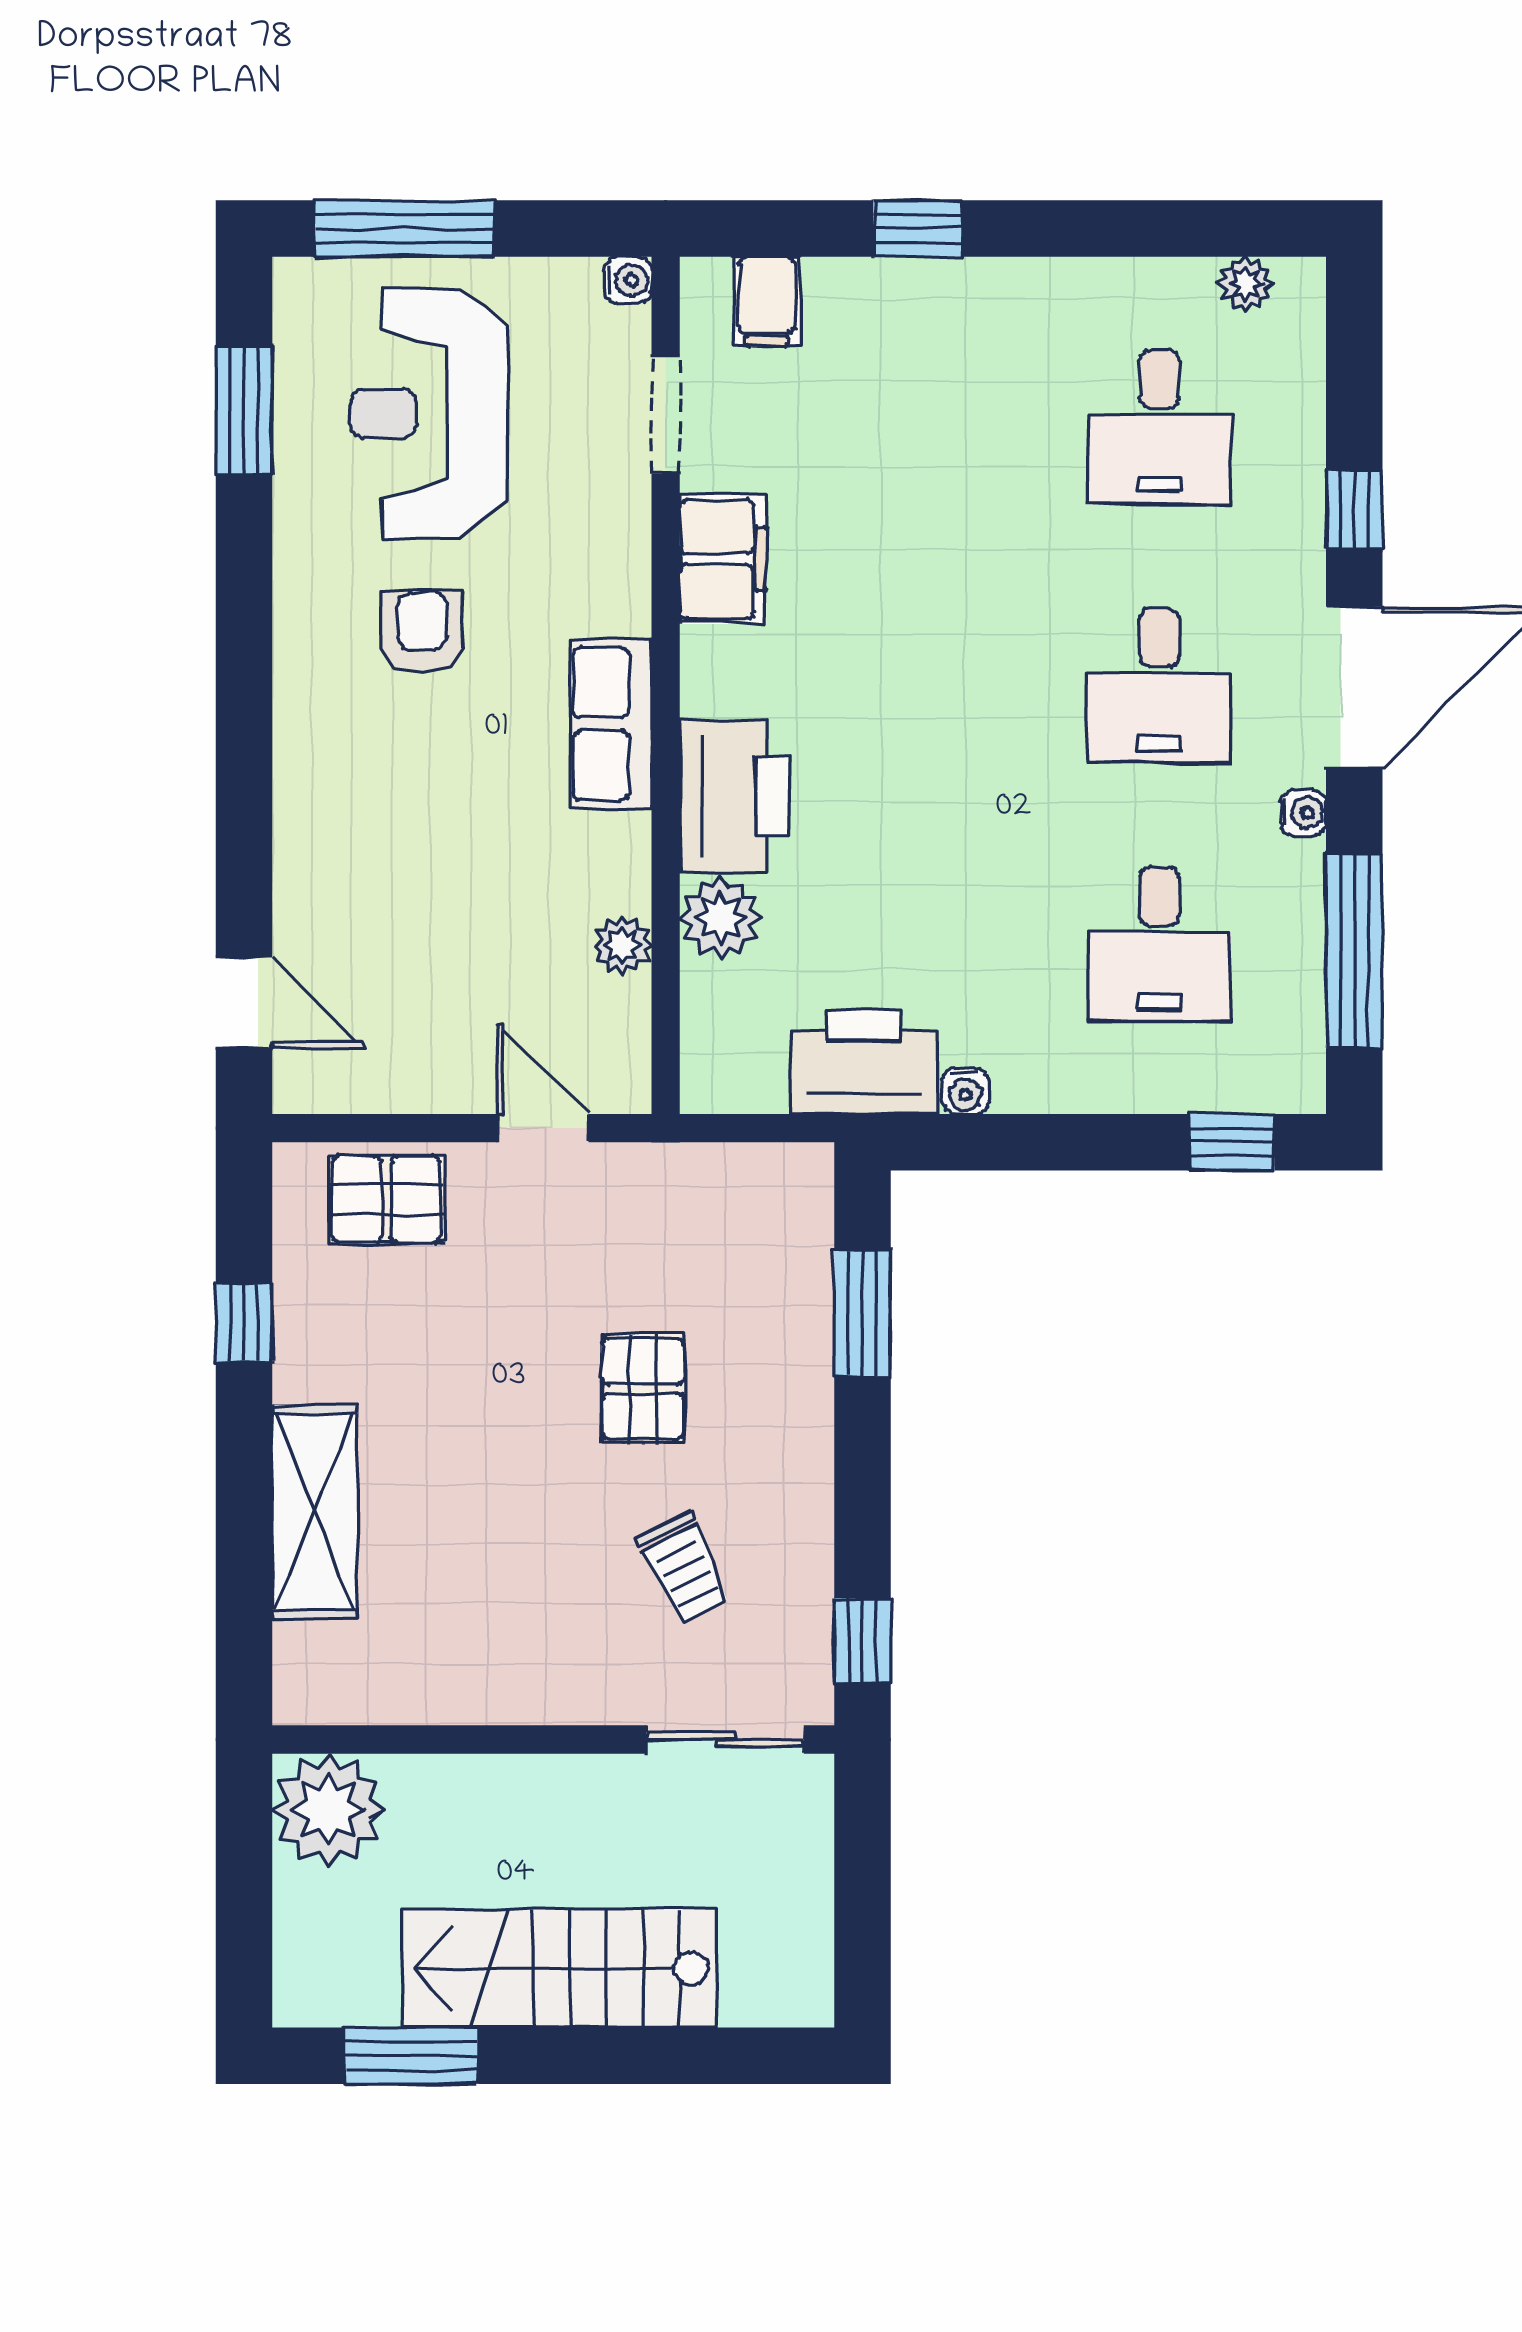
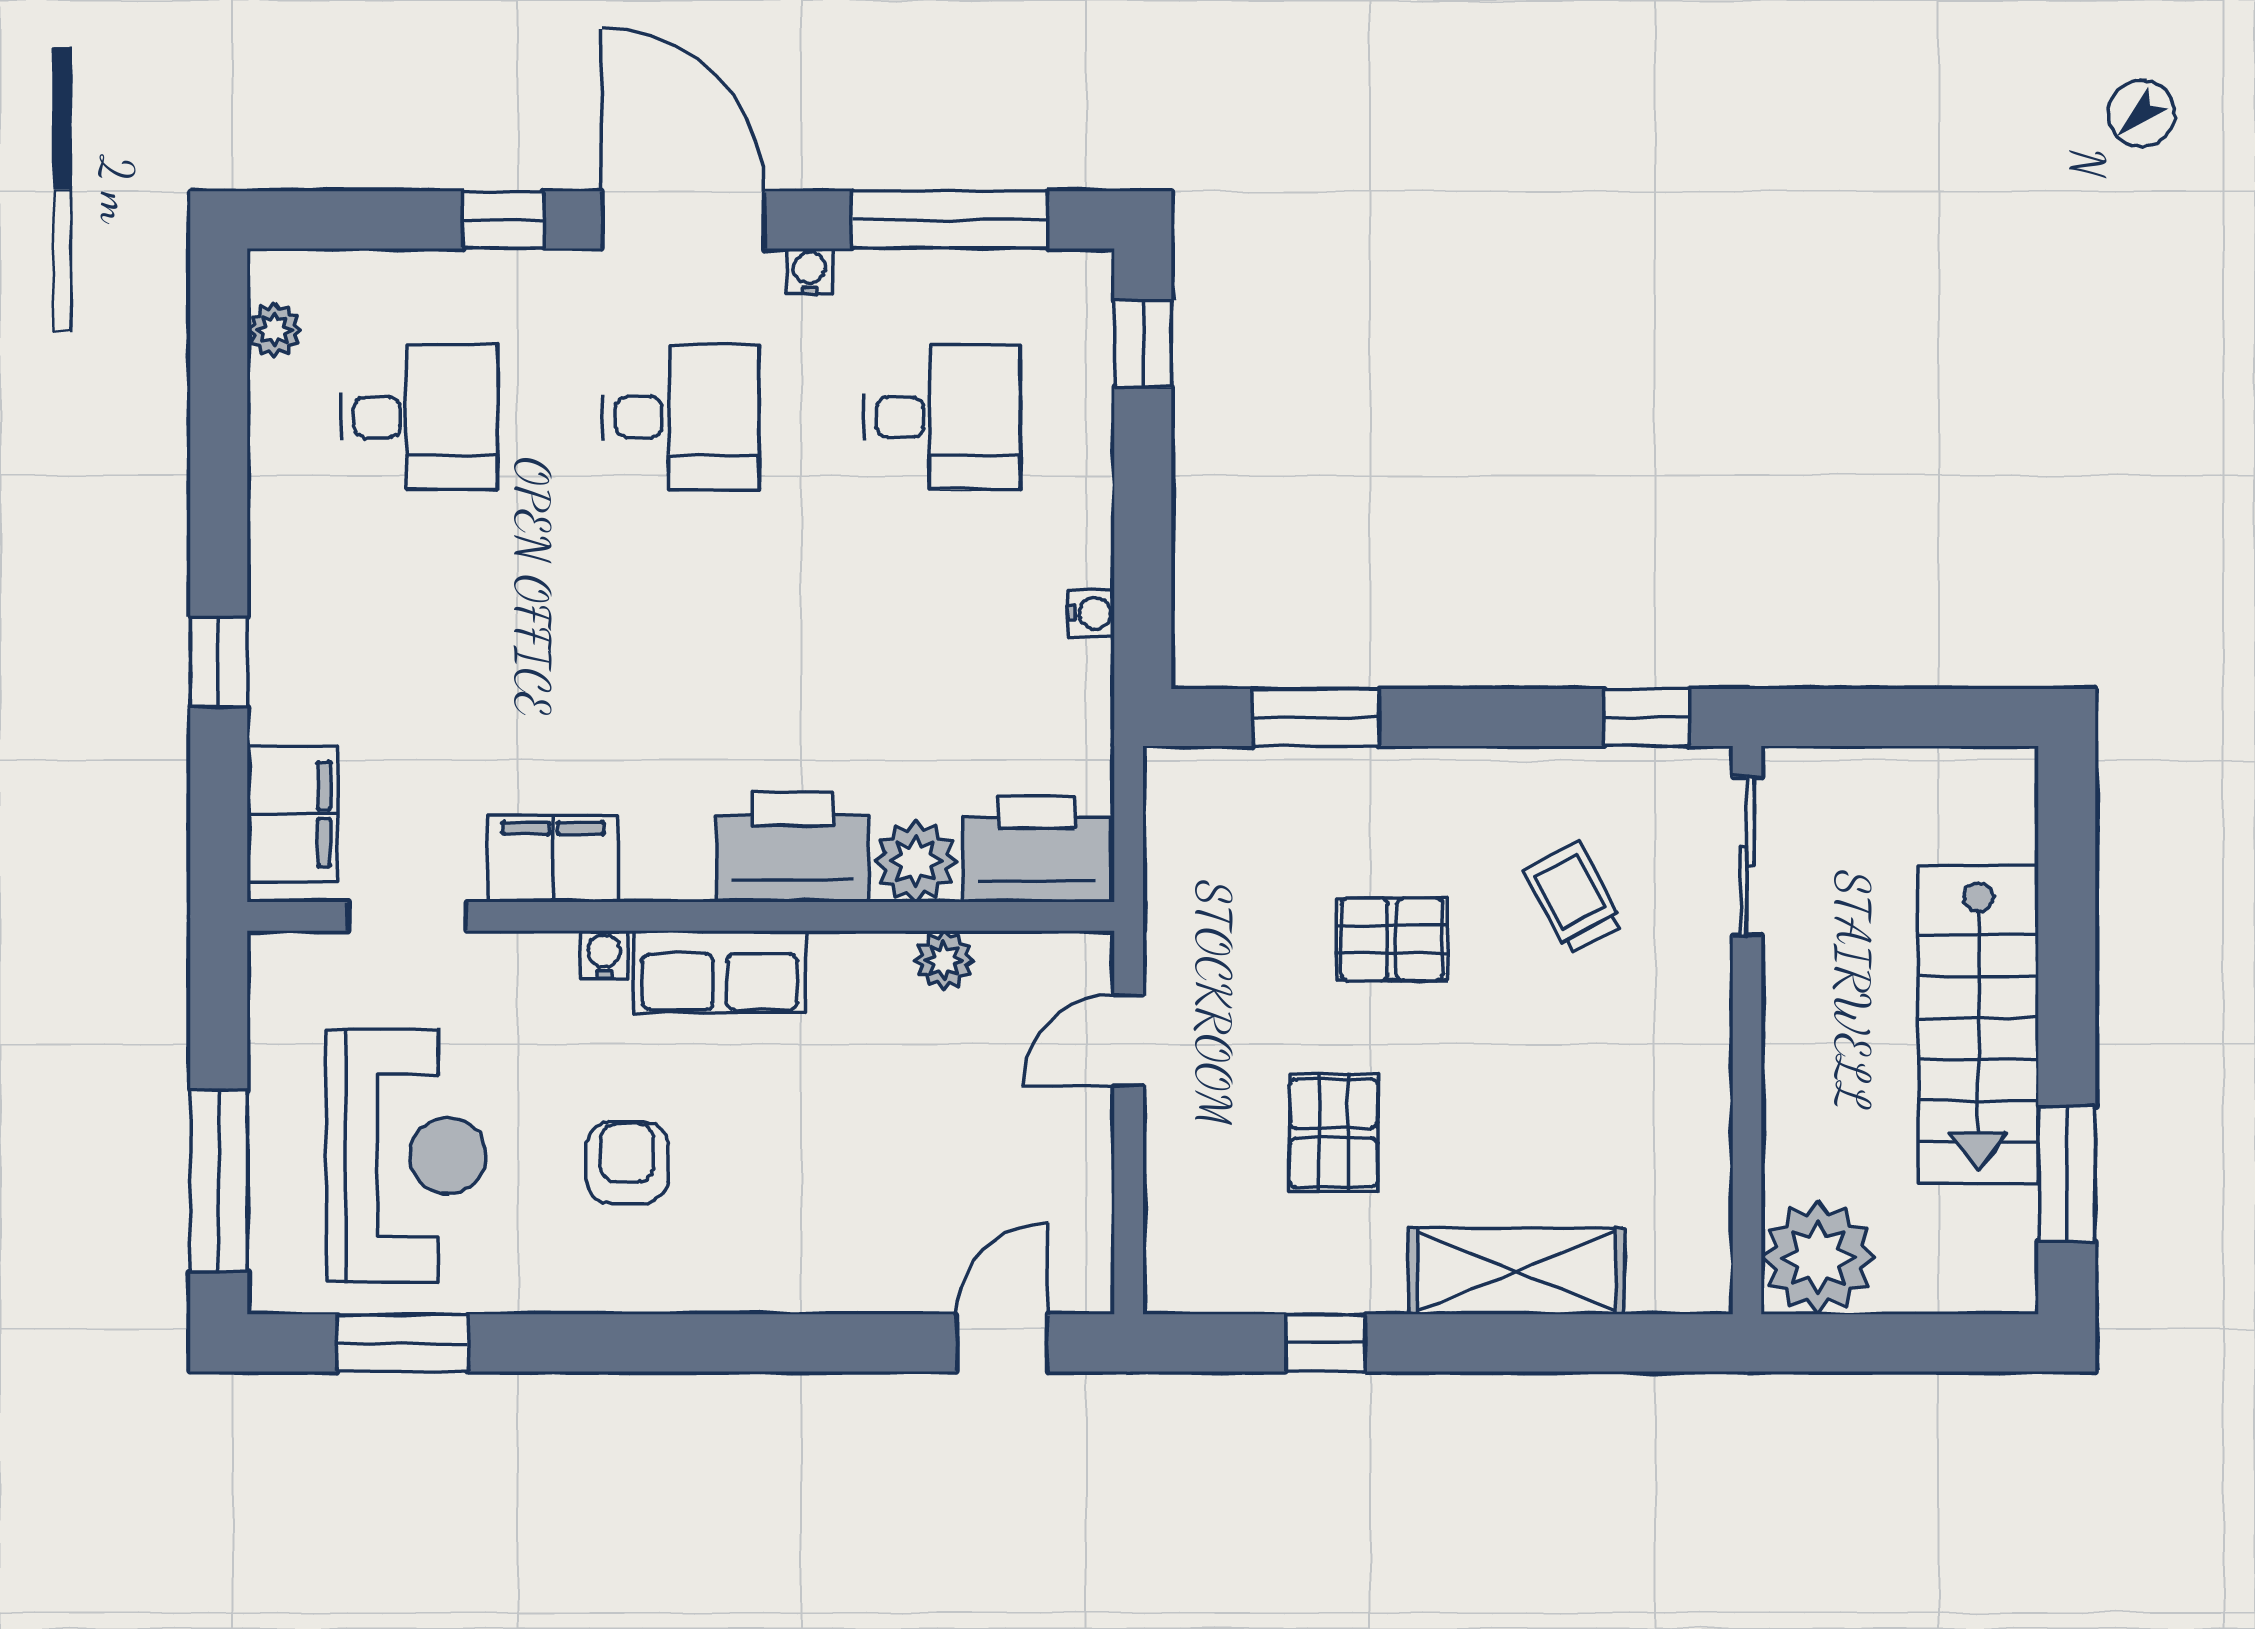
water cooler: (628, 280) -> (604, 954), moved
filing cabinet: (767, 301) -> (292, 814), width x2.00
reception desk: (429, 414) -> (406, 1156), turned -90
armchair: (422, 632) -> (627, 1163), turned 90
printer: (864, 1062) -> (1037, 849), moved, turned 90
pallet: (386, 1199) -> (1334, 1133), moved
trolley: (684, 1568) -> (1573, 897), turned -92

